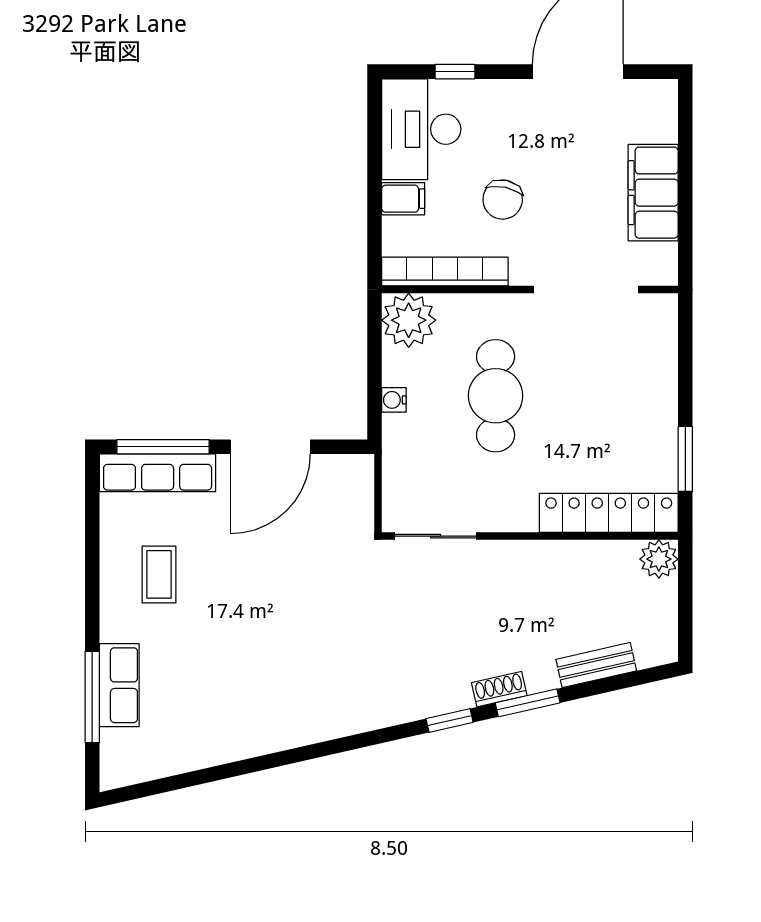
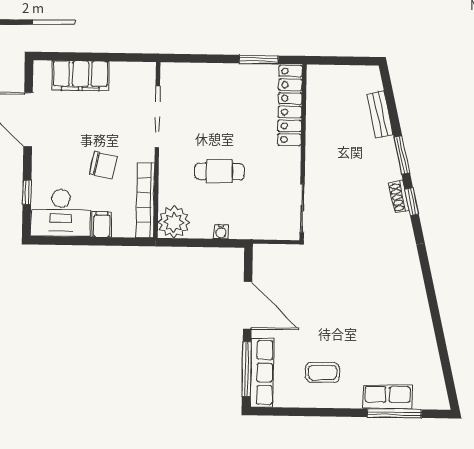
filing cabinet: (653, 193) -> (80, 76), moved
cafe table: (496, 396) -> (219, 171), width x0.73, depth x0.74
plant: (659, 559) -> (318, 76), removed
shoe rack: (499, 689) -> (399, 197), moved

